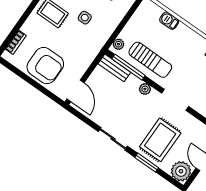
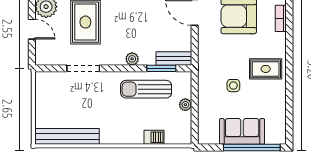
plant: (118, 44) -> (185, 105), moved
window: (129, 67) -> (161, 68), width x0.69
doorway: (175, 100) -> (83, 68), moved

